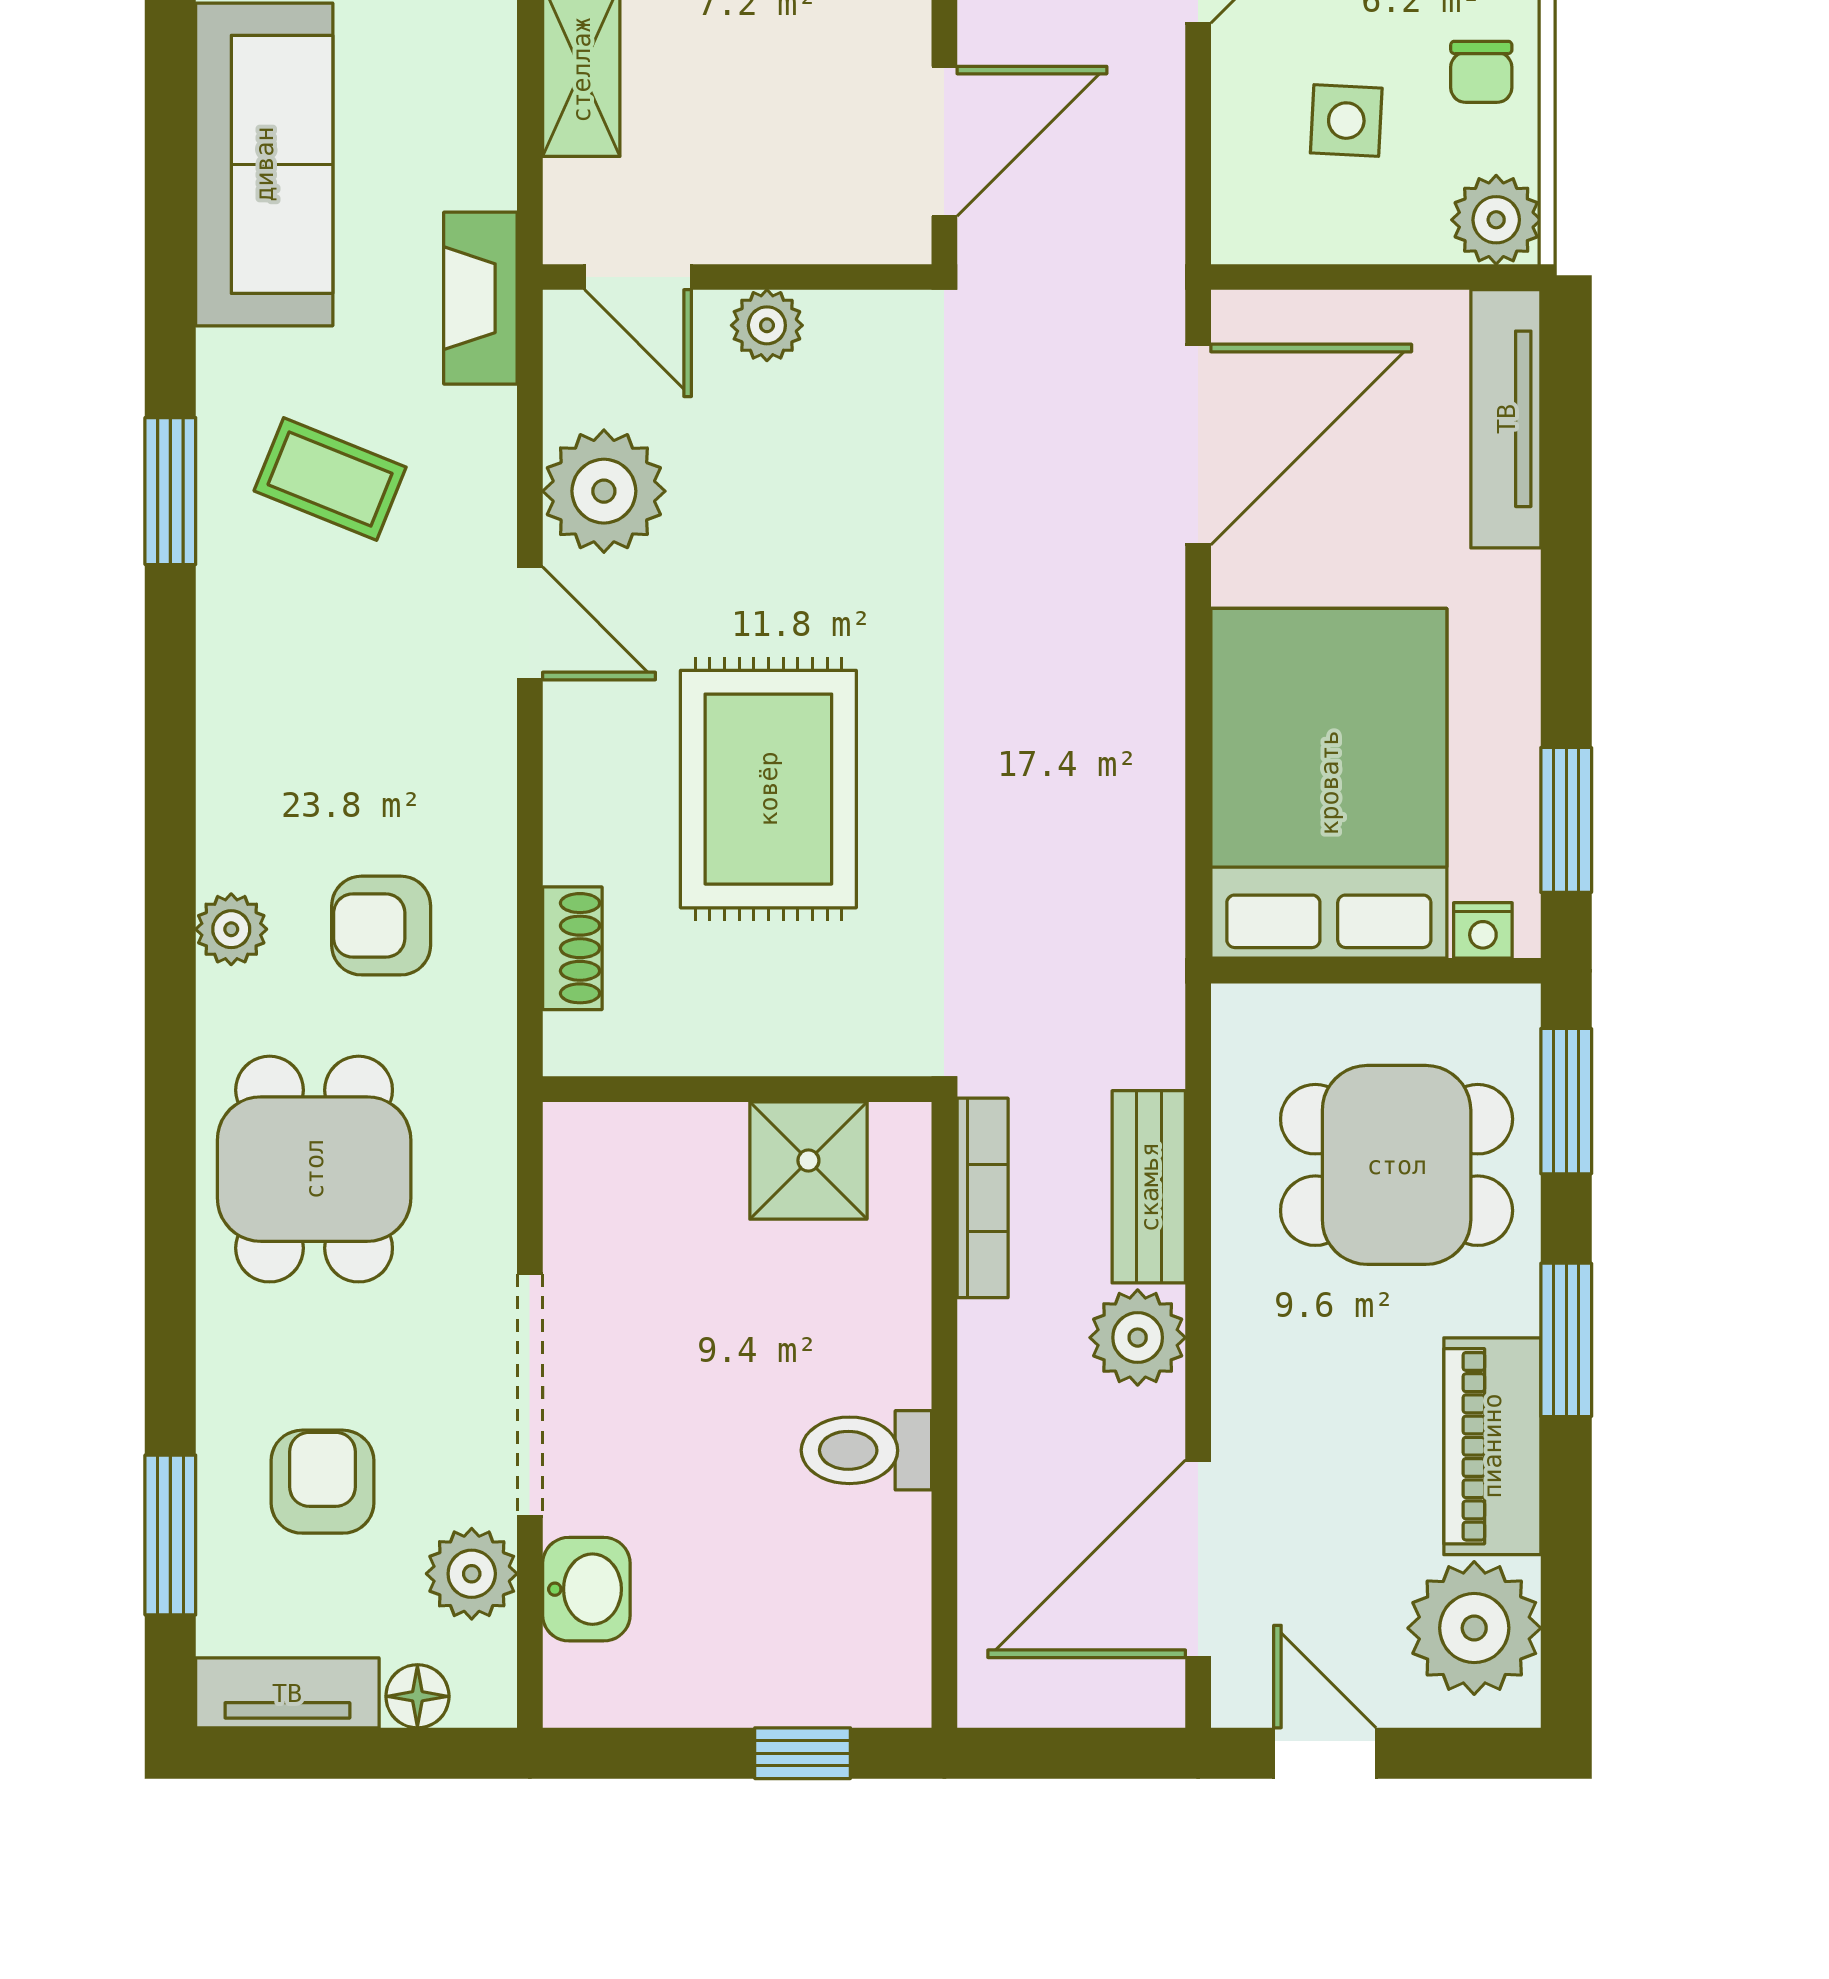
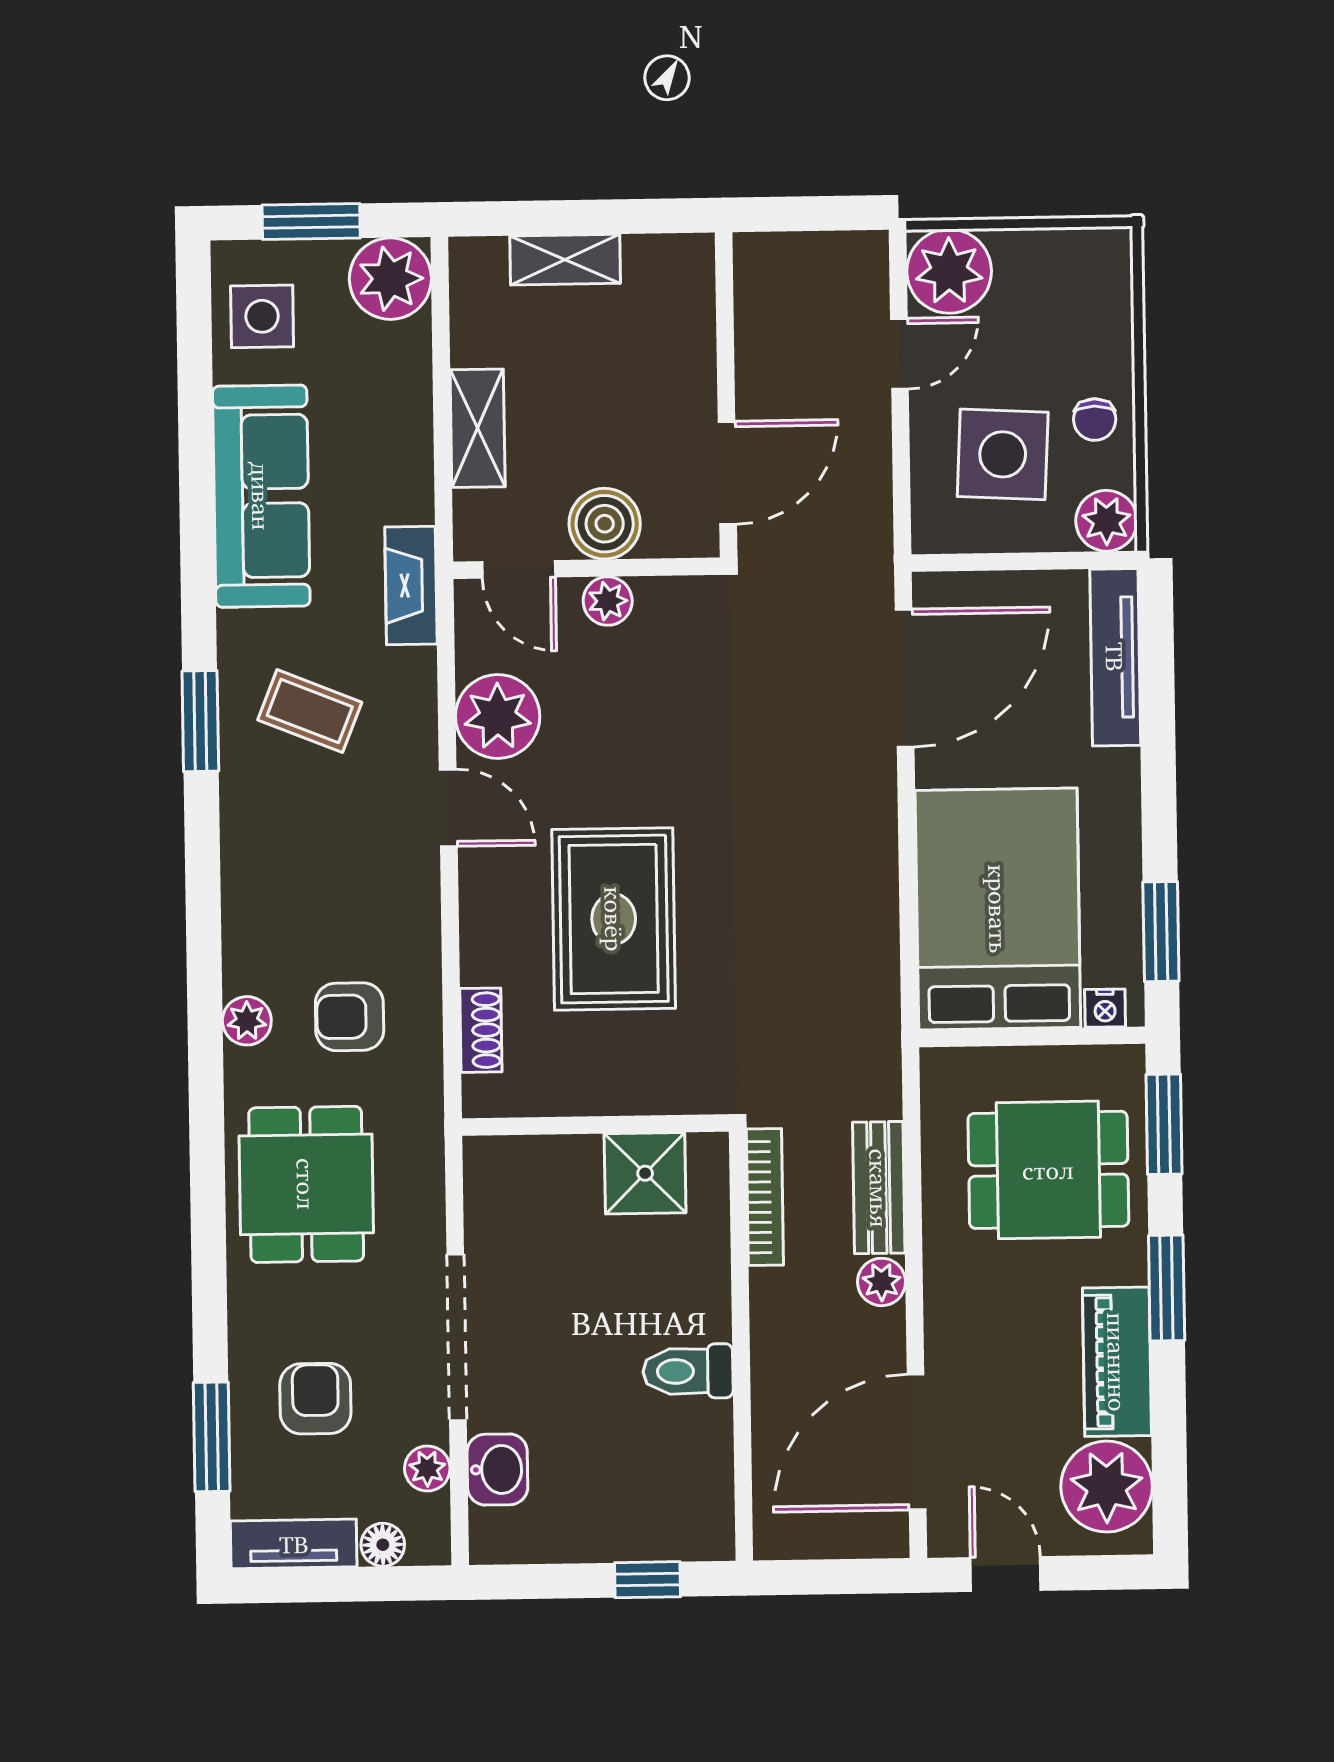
side table: (1346, 121) -> (1003, 454), width x1.87, depth x1.87
boiler: (764, 213) -> (605, 524), added
plant: (1138, 1338) -> (882, 1282), width x0.73, depth x0.73
plant: (472, 1574) -> (427, 1469), width x0.73, depth x0.73

